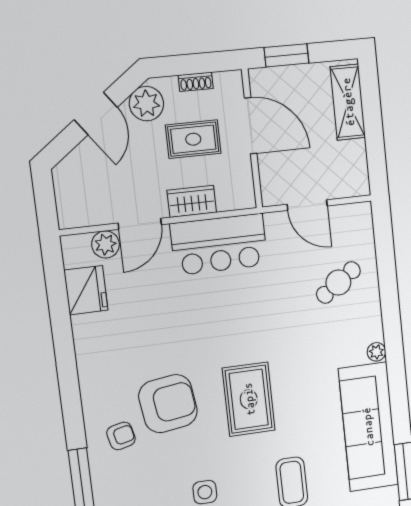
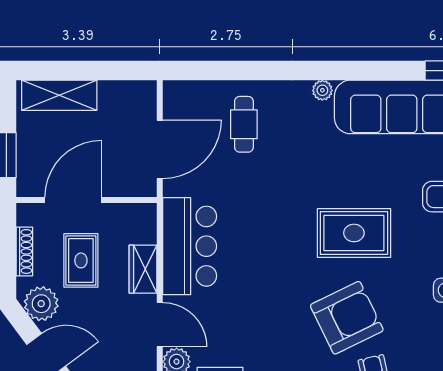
shoe rack: (196, 82) -> (24, 251), width x1.43
door: (307, 205) -> (160, 149), width x1.36
cafe table: (338, 283) -> (244, 124), turned 35
armchair: (168, 404) -> (347, 318), turned 72

